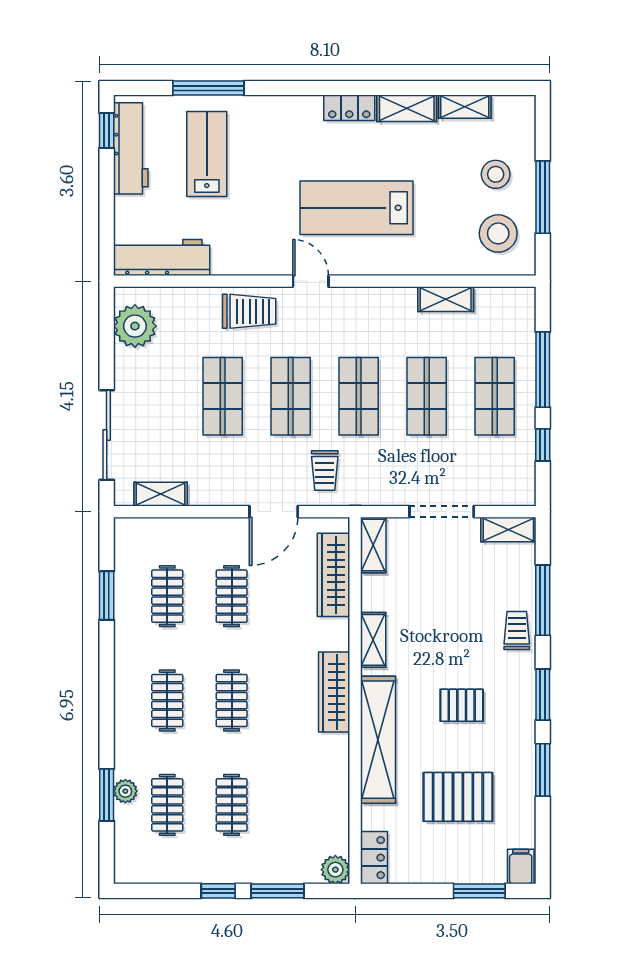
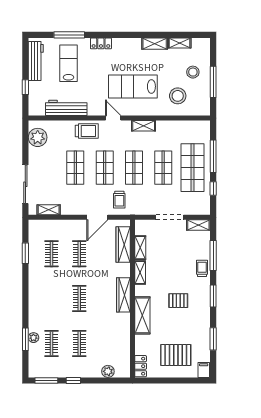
locker: (349, 108) -> (101, 43), moved
window: (107, 130) -> (25, 87), moved
stool: (498, 233) -> (178, 96), moved
workbench: (162, 257) -> (66, 108), moved
shelving: (446, 299) -> (144, 126), moved
shop shelf: (495, 396) -> (192, 168), width x1.43, depth x1.36
shelving: (373, 545) -> (140, 248), moved
clothes rail: (167, 701) -> (52, 299), removed
shelving: (378, 740) -> (142, 315), width x0.68
window: (543, 770) -> (213, 339), moved
pallet: (458, 797) -> (176, 355), moved
plant: (335, 870) -> (108, 371), moved
window: (278, 891) -> (46, 380), moved
window: (479, 891) -> (186, 380), removed

